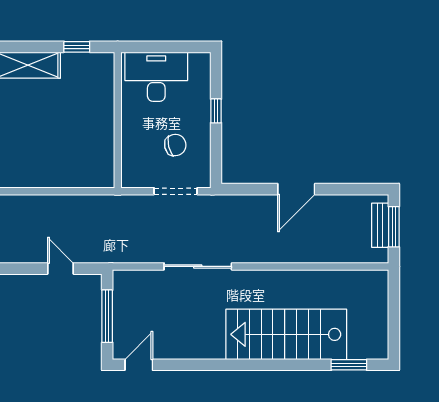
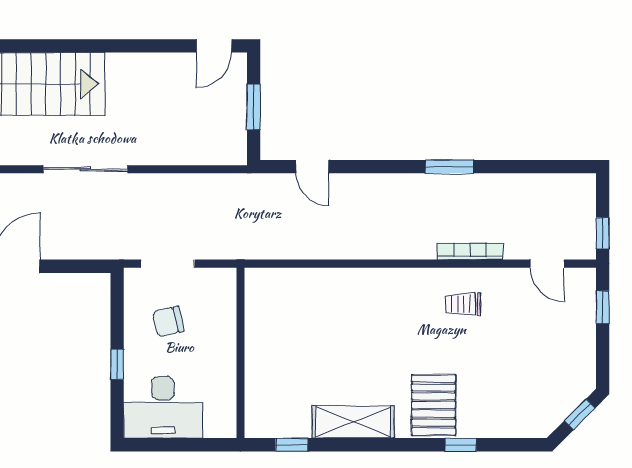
desk: (156, 77) -> (163, 407), moved
sliding door: (198, 266) -> (86, 169), moved
window: (107, 316) -> (254, 107), width x0.69

